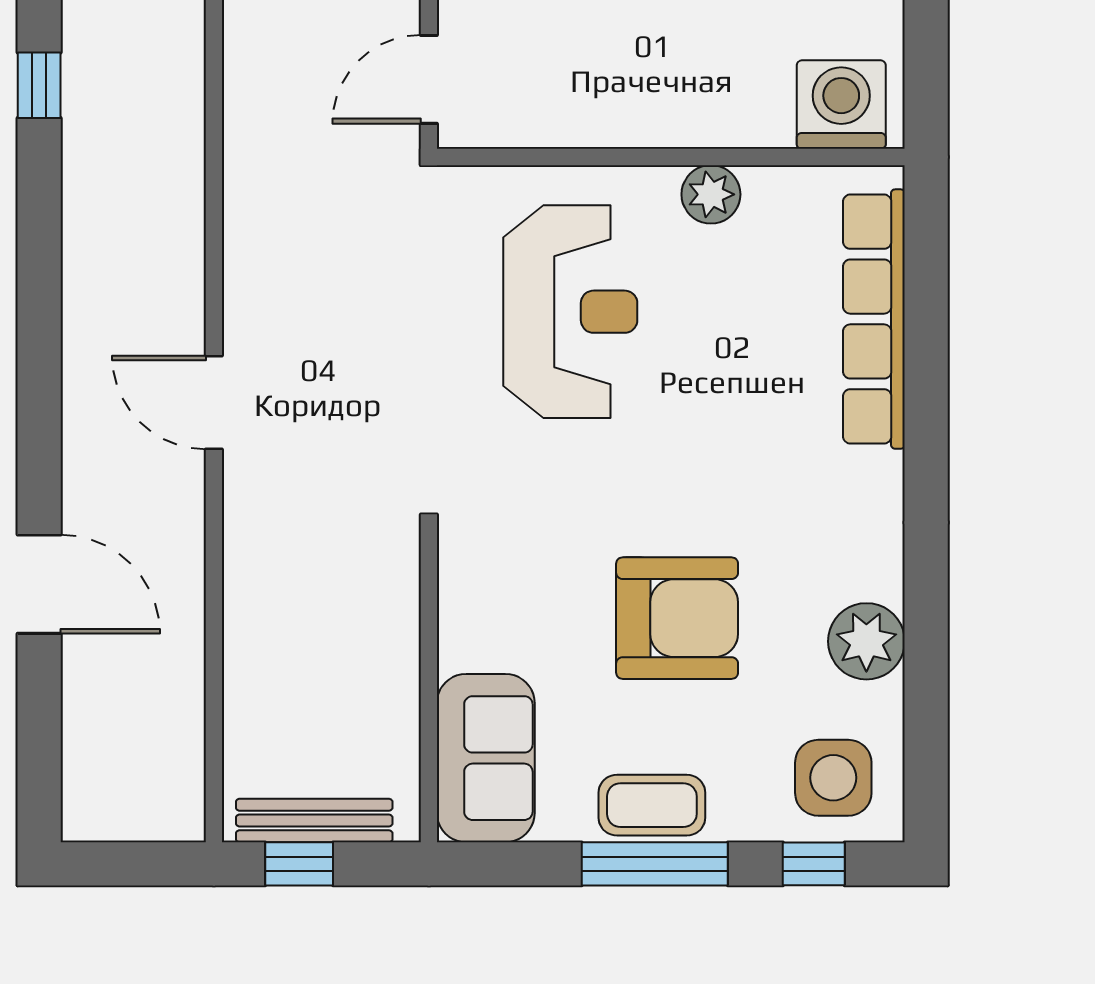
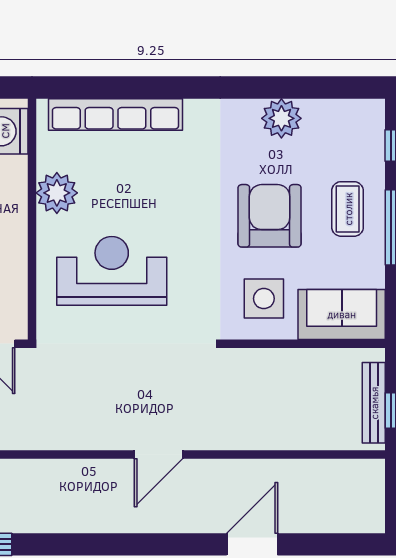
plant: (711, 194) -> (57, 193), width x1.36, depth x1.36
side table: (833, 778) -> (264, 299), moved
coffee table: (652, 805) -> (348, 209), moved

